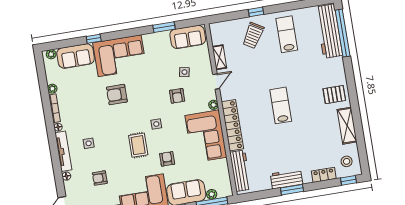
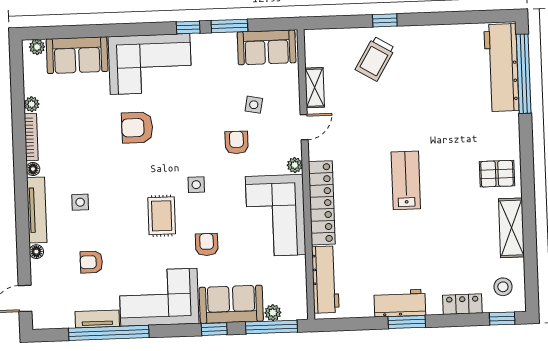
lab bench: (287, 34) -> (431, 64), removed
window: (94, 39) -> (188, 28), moved
armchair: (177, 96) -> (237, 142), turned 180

